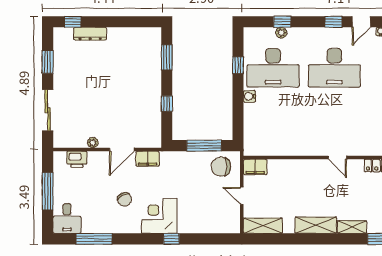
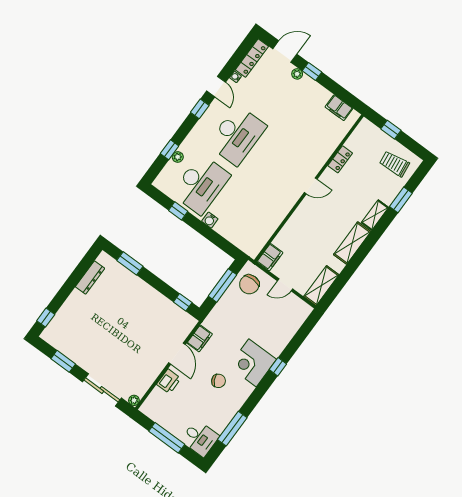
dresser: (90, 34) -> (90, 278), moved
window: (167, 104) -> (183, 302), moved
plant: (93, 143) -> (134, 400), moved
printer: (77, 159) -> (169, 381), moved

